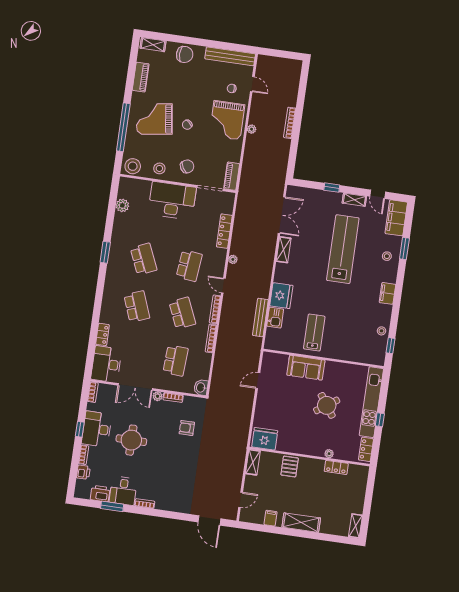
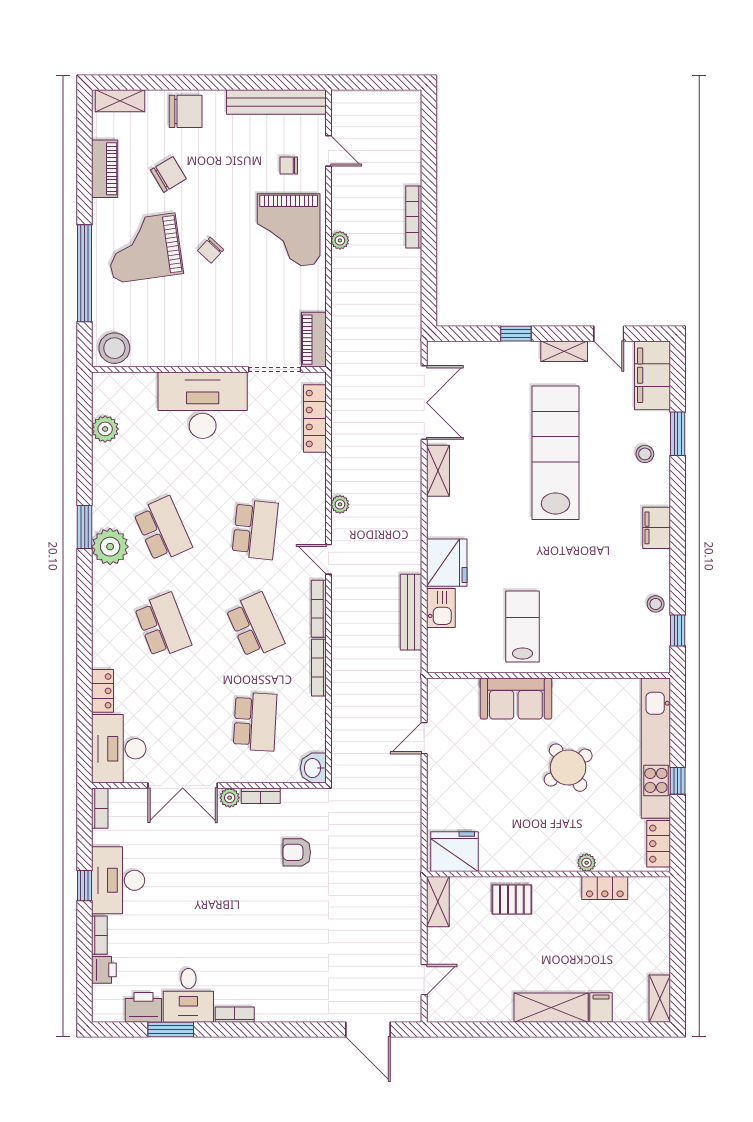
chair: (187, 166) -> (168, 174), moved
stool: (159, 168) -> (168, 345), removed
locker: (224, 231) -> (315, 418), moved
plant: (116, 264) -> (110, 547), added
round table: (131, 440) -> (190, 892), removed
pallet: (290, 466) -> (512, 900), turned 90
filing cabinet: (271, 518) -> (601, 1007), moved

